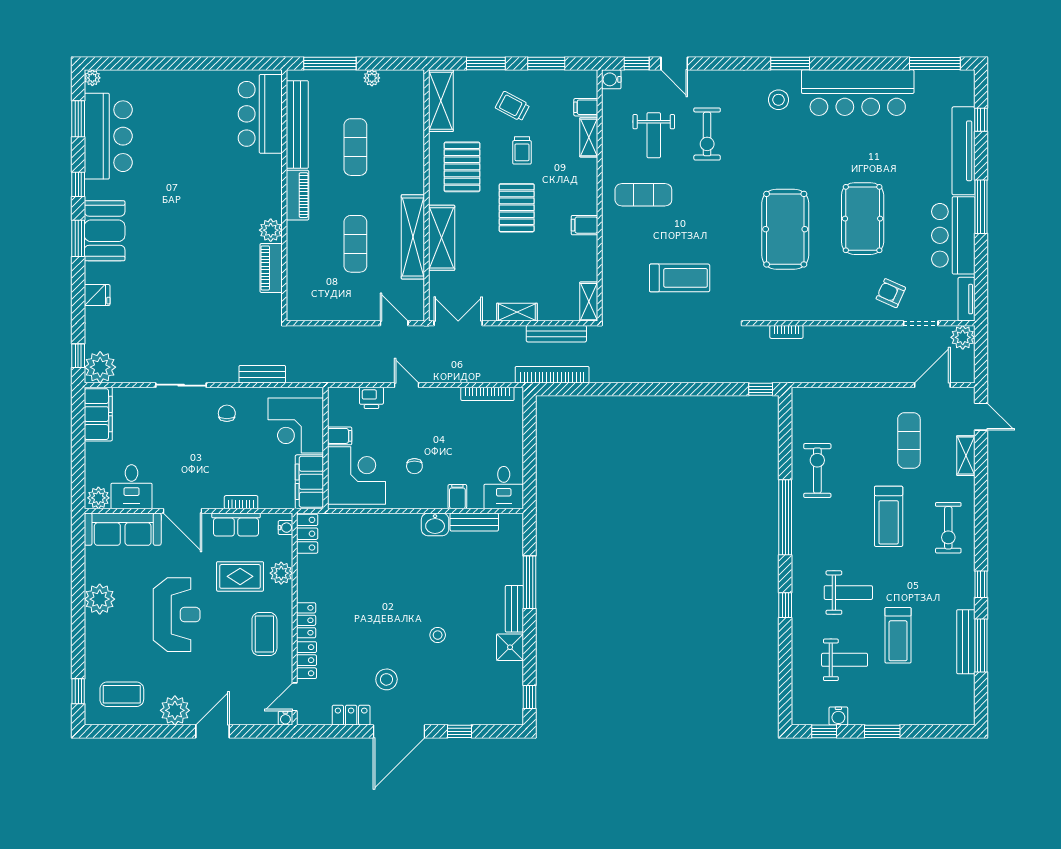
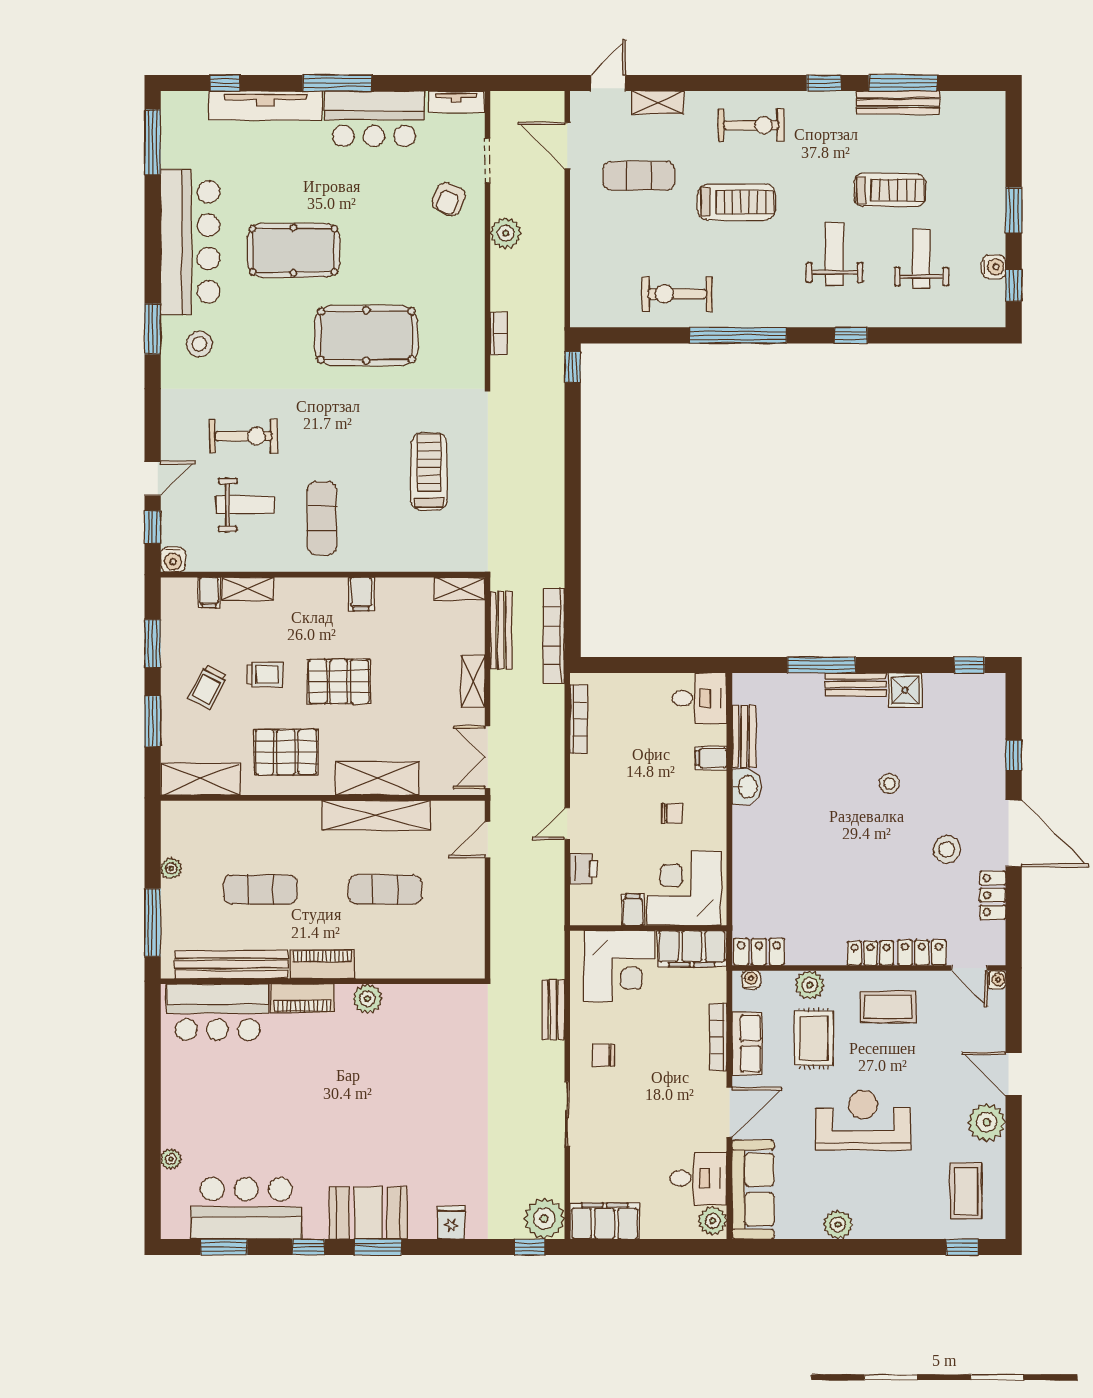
plant: (92, 78) -> (171, 1159), moved
pool table: (863, 219) -> (294, 250), moved
piano: (271, 268) -> (302, 998), moved
plant: (963, 337) -> (506, 233), moved
bookcase: (241, 502) -> (718, 1037), width x1.56
plant: (100, 599) -> (838, 1225), width x0.73, depth x0.73

